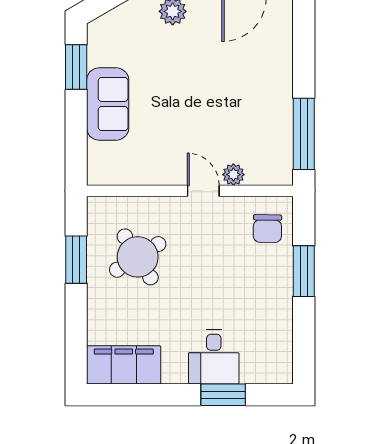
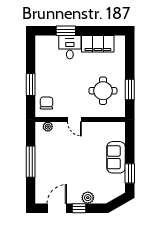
window: (304, 134) -> (31, 162), moved
plant: (233, 175) -> (48, 127), moved
round table: (138, 257) -> (103, 91), turned 32
filing cabinet: (124, 365) -> (98, 44), moved

